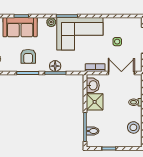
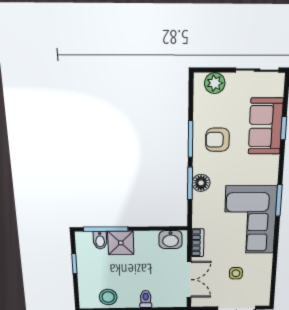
plant: (51, 22) -> (271, 176), removed
shower: (95, 102) -> (121, 243), moved

